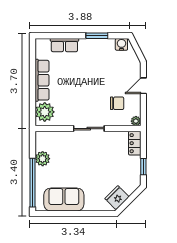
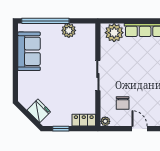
fridge: (117, 198) -> (39, 111), moved

